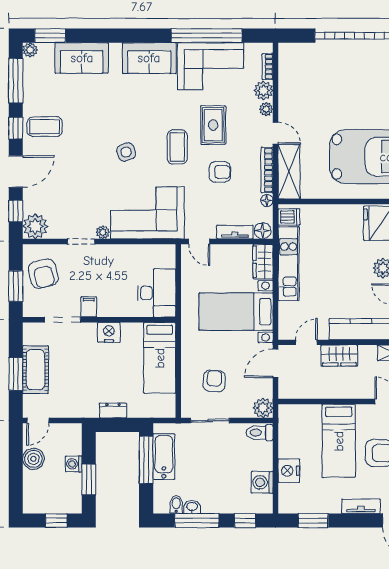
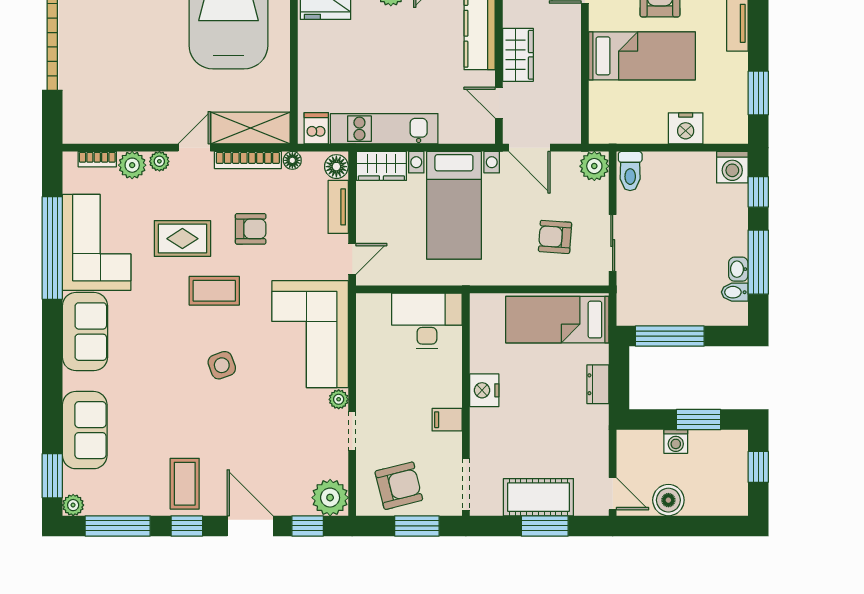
armchair: (220, 172) -> (251, 229), turned 90
doorway: (63, 320) -> (466, 484), moved
bed: (160, 358) -> (557, 320), moved, turned 180
bathtub: (164, 457) -> (665, 310), removed
washing machine: (262, 482) -> (732, 167), moved

